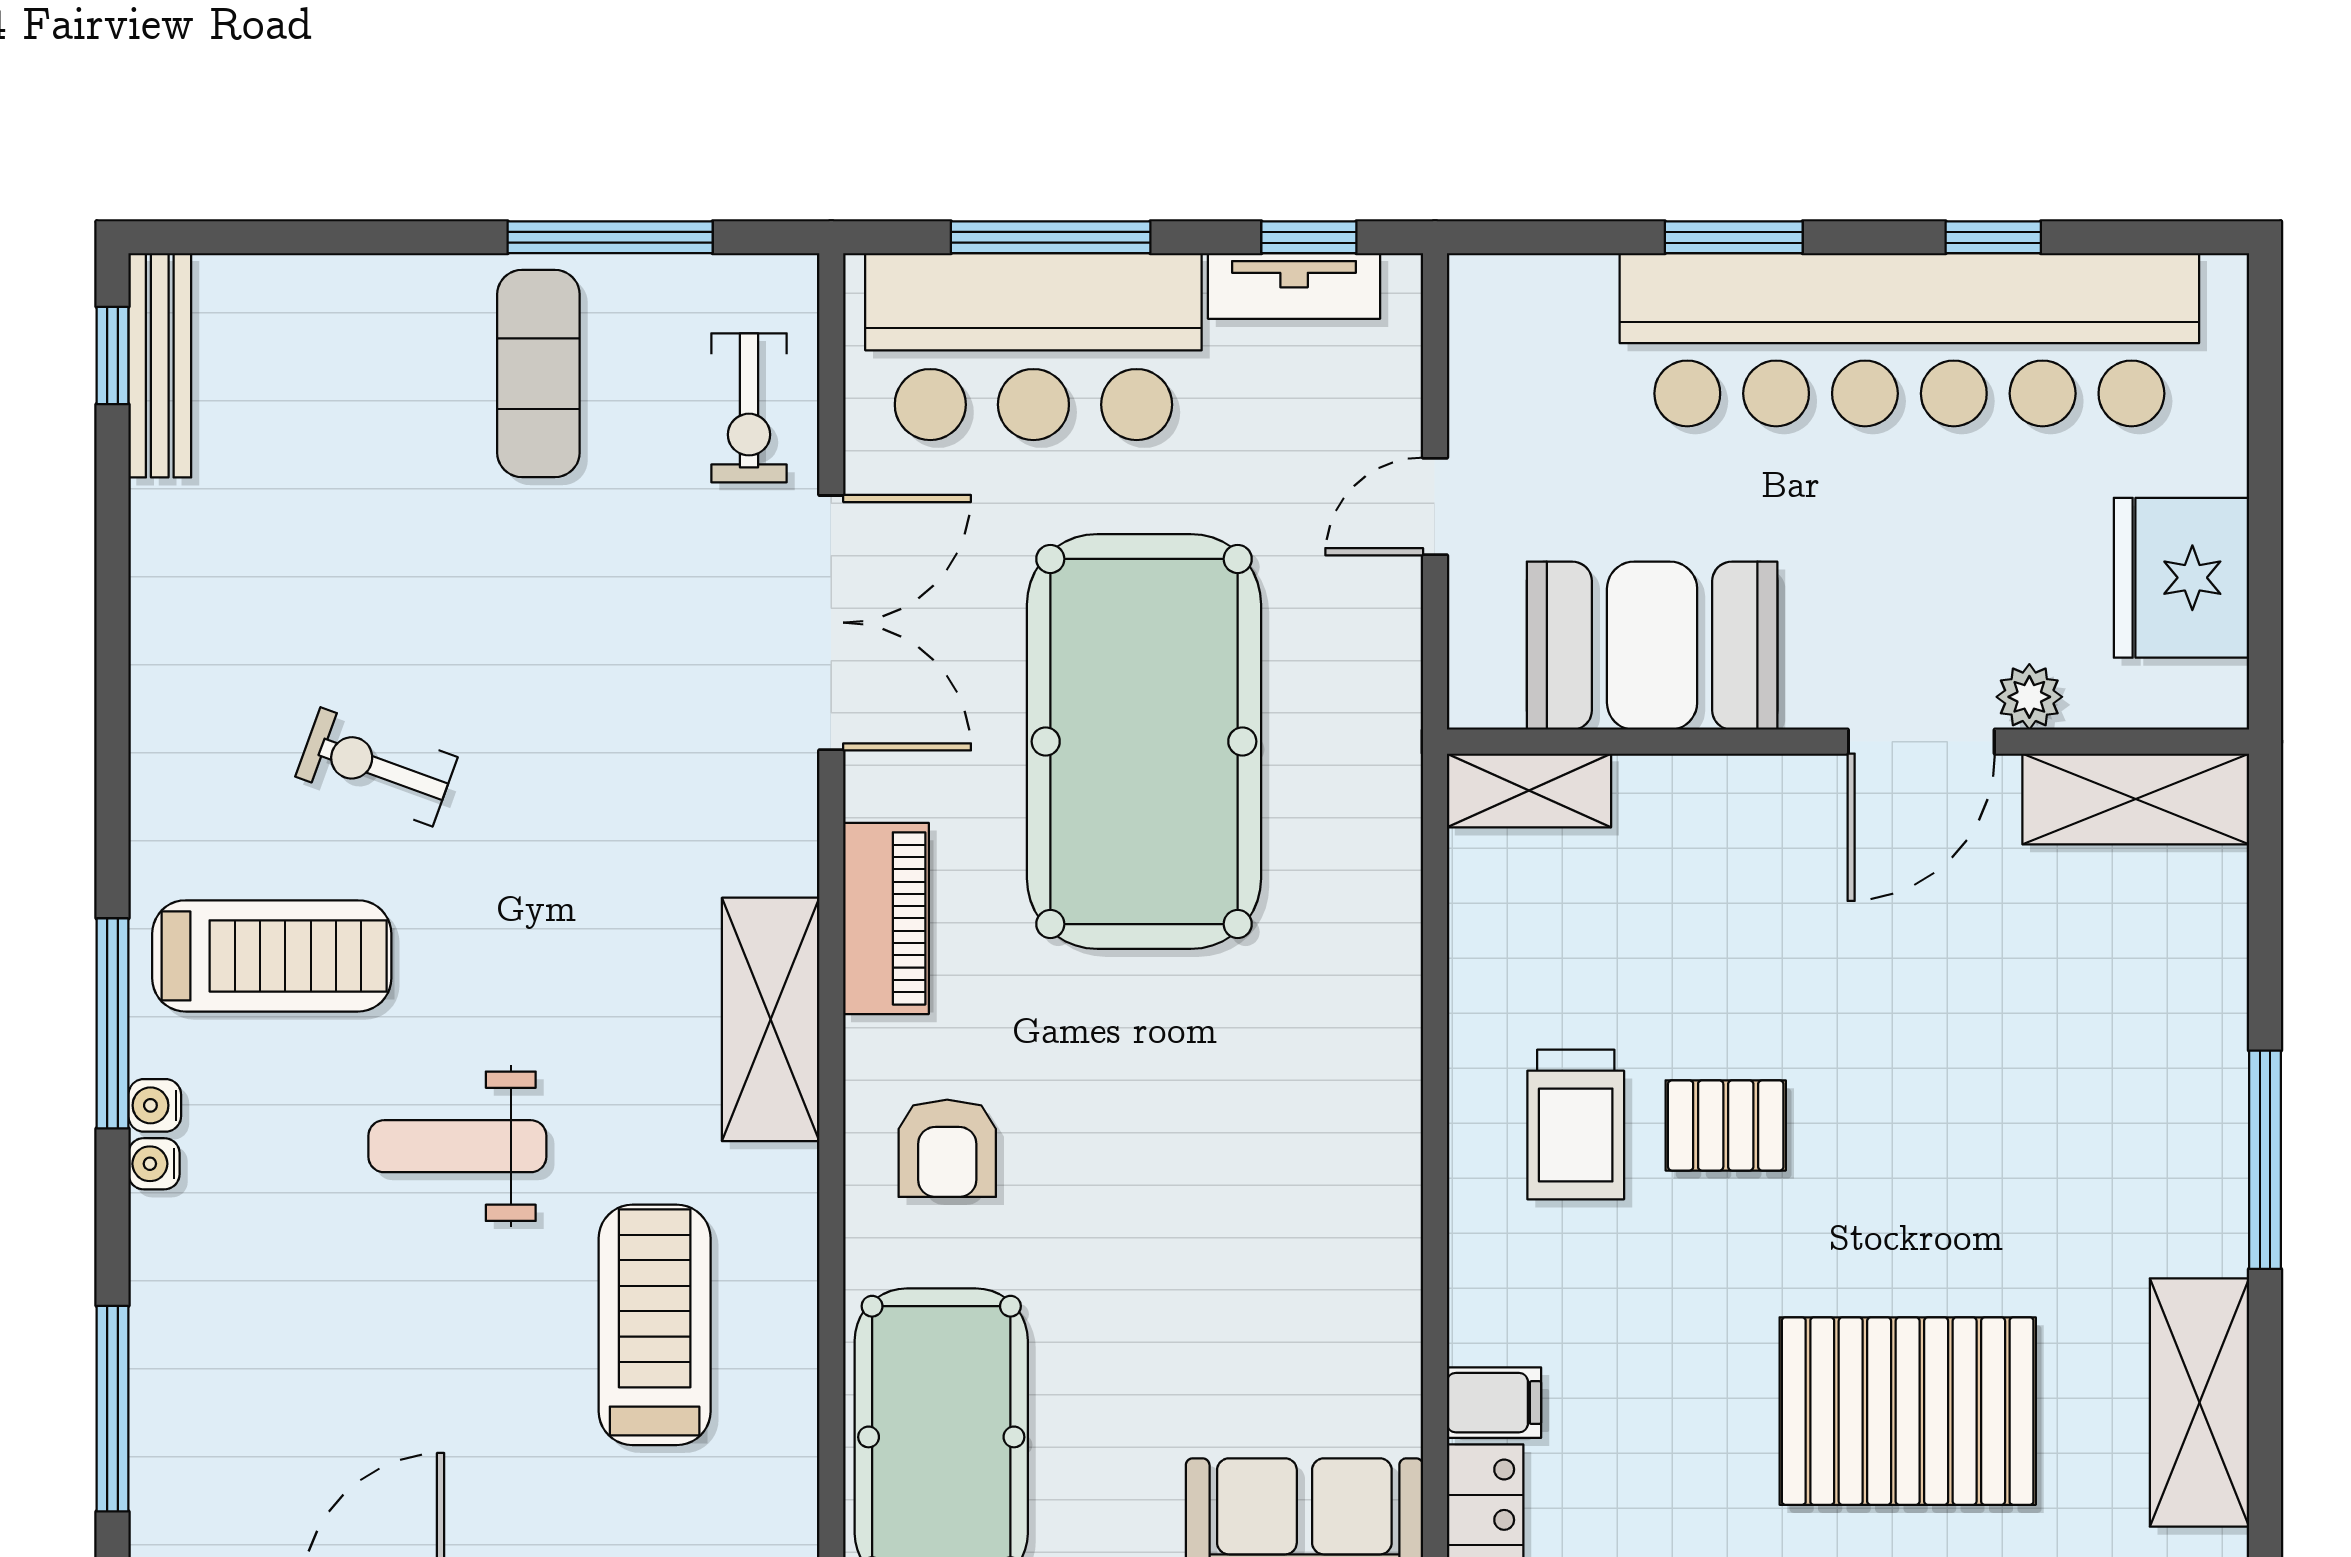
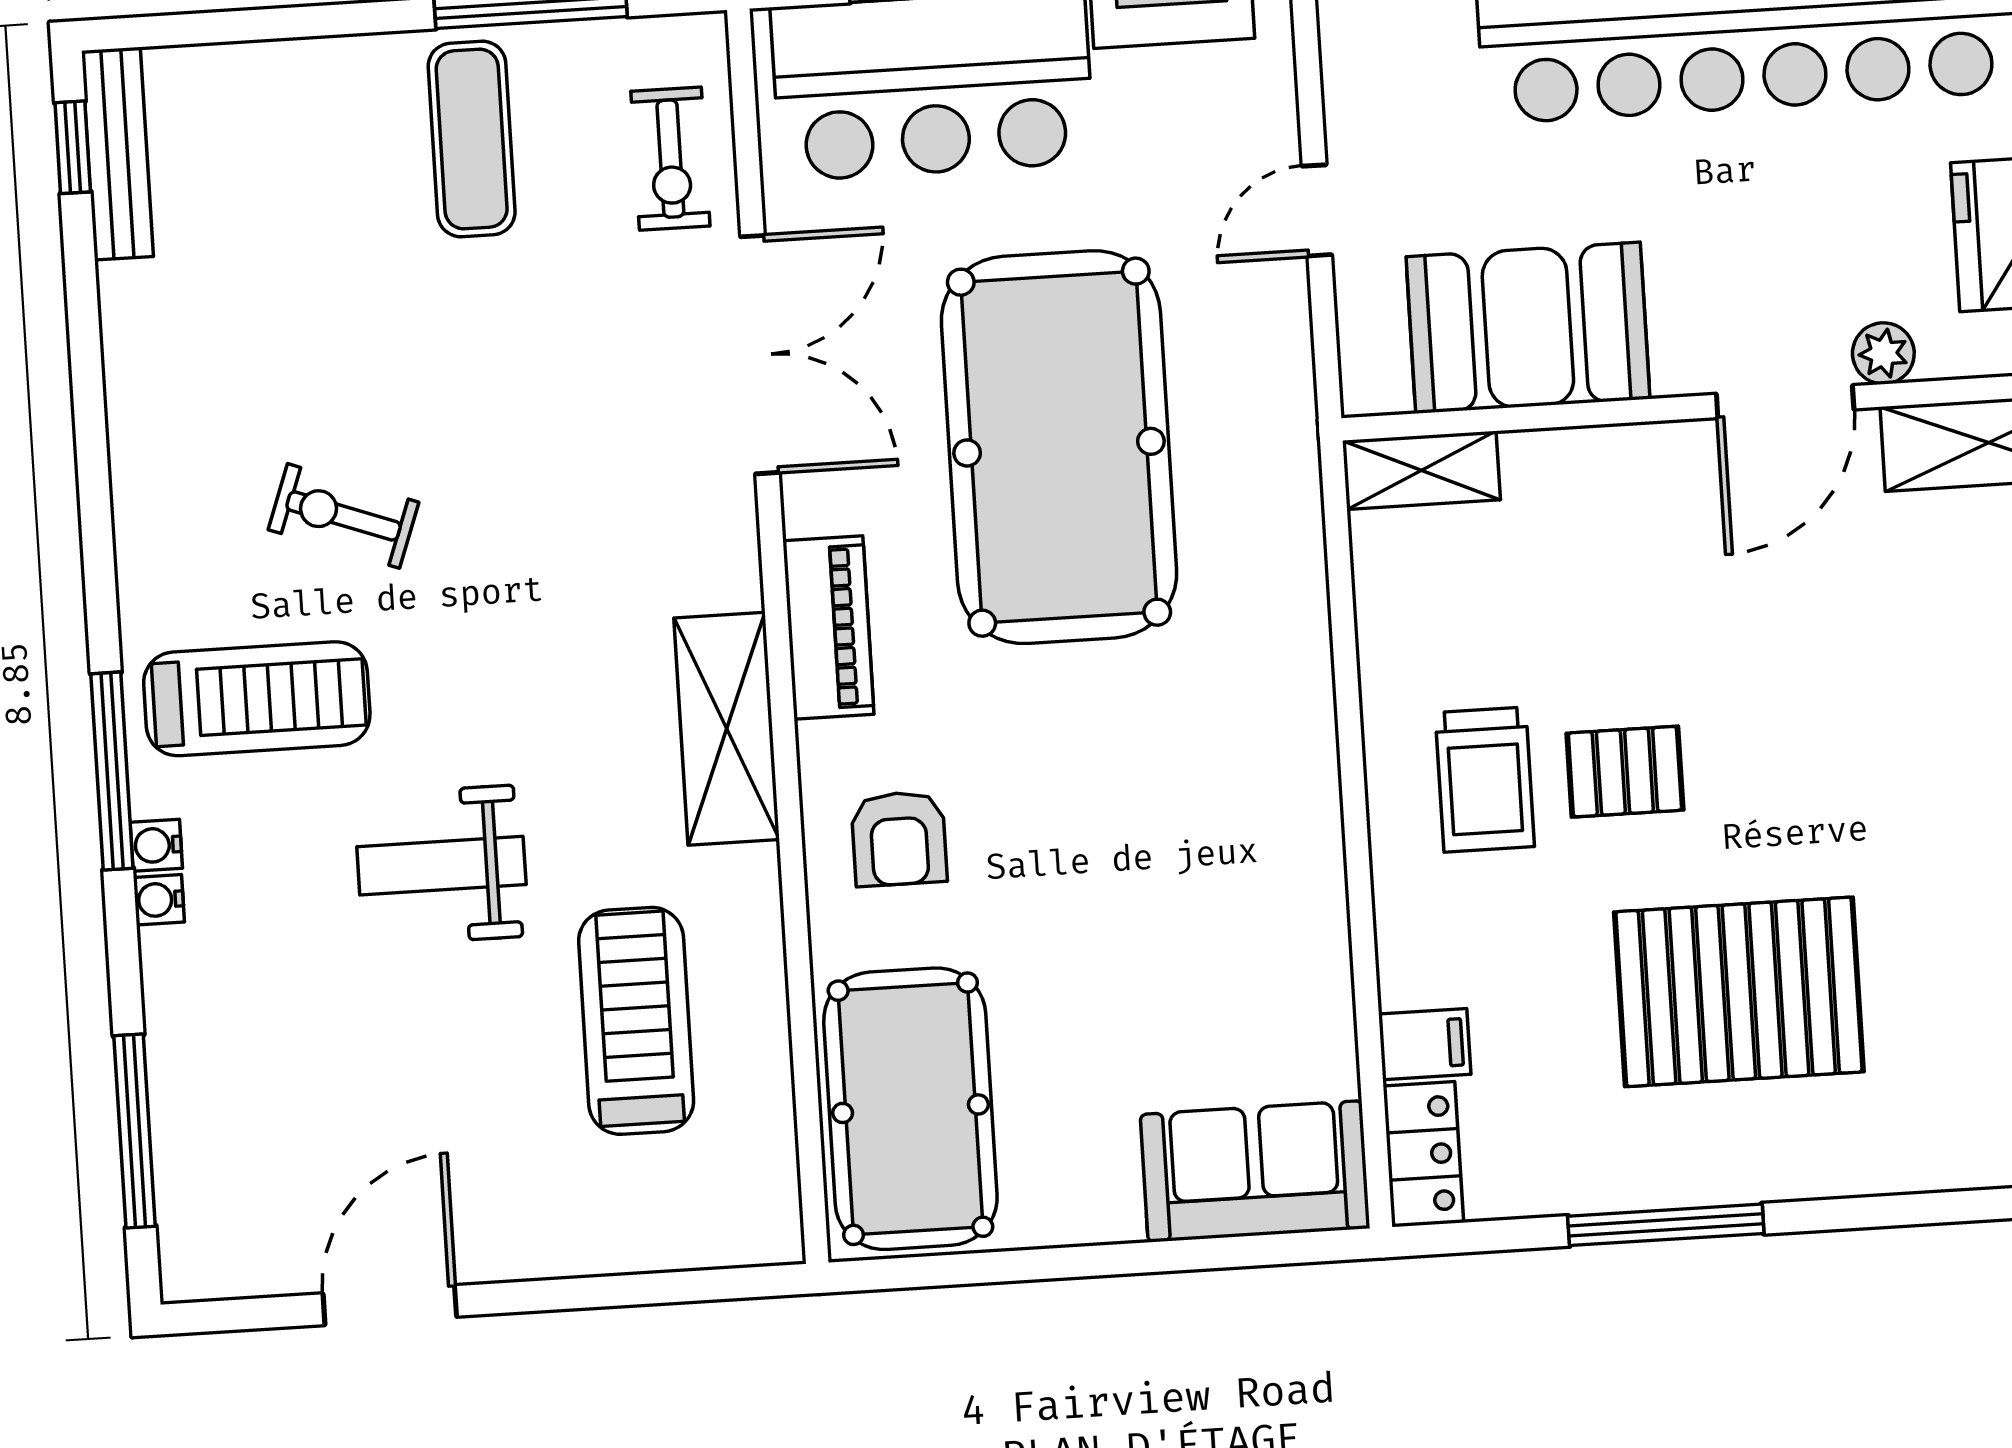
pallet: (1908, 1411) -> (1739, 992), moved

